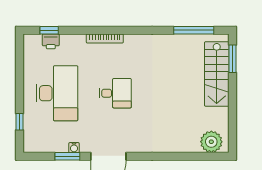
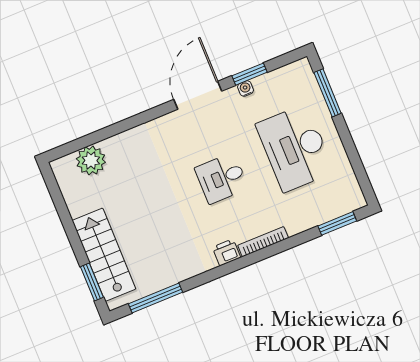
window: (49, 30) -> (337, 223), width x1.50
printer: (51, 41) -> (227, 252), moved
window: (19, 122) -> (328, 93), width x2.17
plant: (211, 142) -> (91, 160), moved

